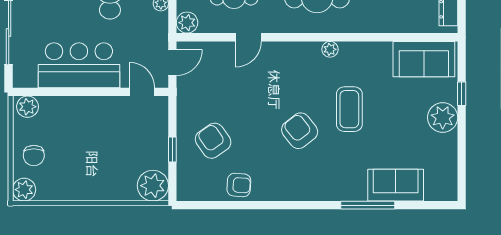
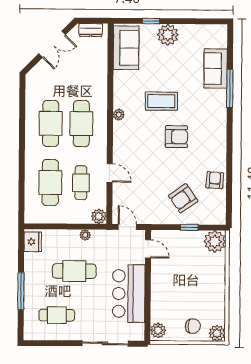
door: (142, 92) -> (148, 249), swing flipped
armchair: (300, 131) -> (176, 137), turned -142

